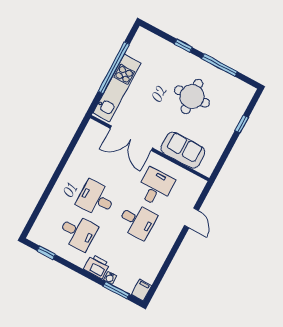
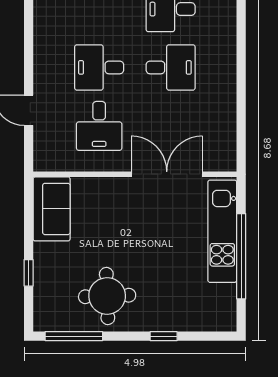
window: (219, 65) -> (74, 336), moved
round table: (192, 96) -> (107, 296), moved
sofa: (183, 150) -> (52, 209), moved, turned -90

